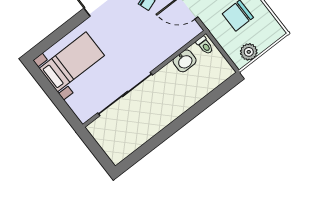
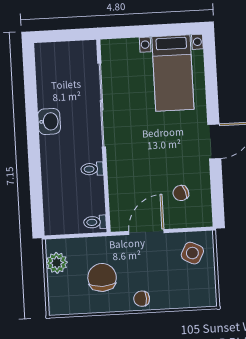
washbasin: (185, 61) -> (49, 121), moved, turned 180
toilet: (171, 71) -> (92, 169), added

